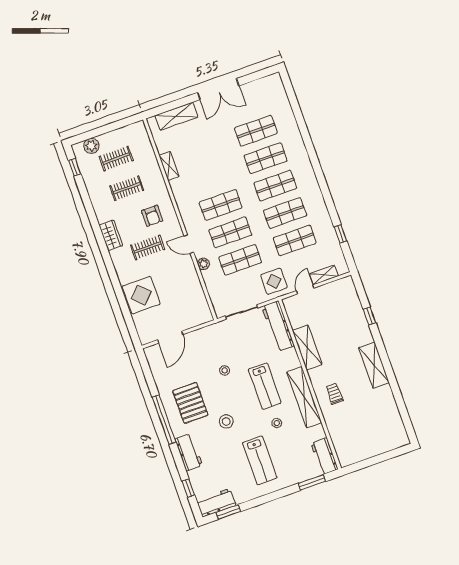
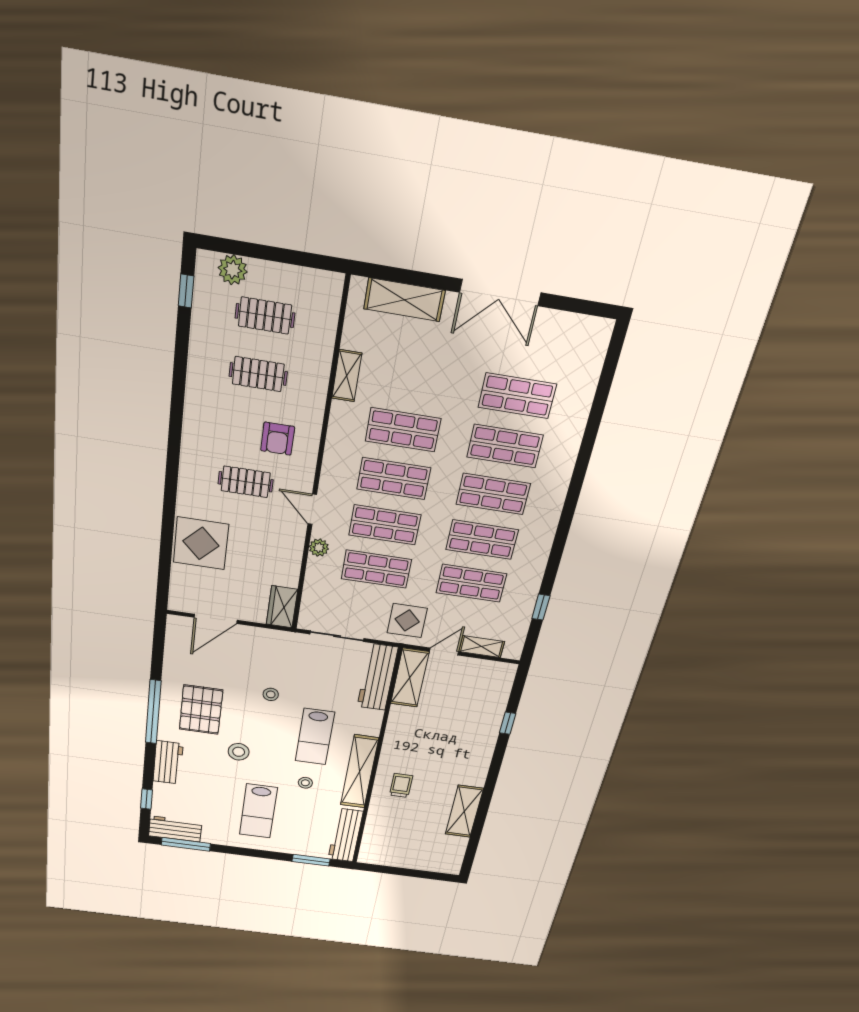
shop shelf: (211, 177) -> (403, 430), added
wardrobe: (111, 235) -> (282, 607), moved, turned 180
shelving: (307, 347) -> (410, 678), moved
shelving: (374, 365) -> (464, 811), moved
workbench: (324, 456) -> (345, 835), width x1.38
window: (228, 512) -> (186, 844), width x1.44

